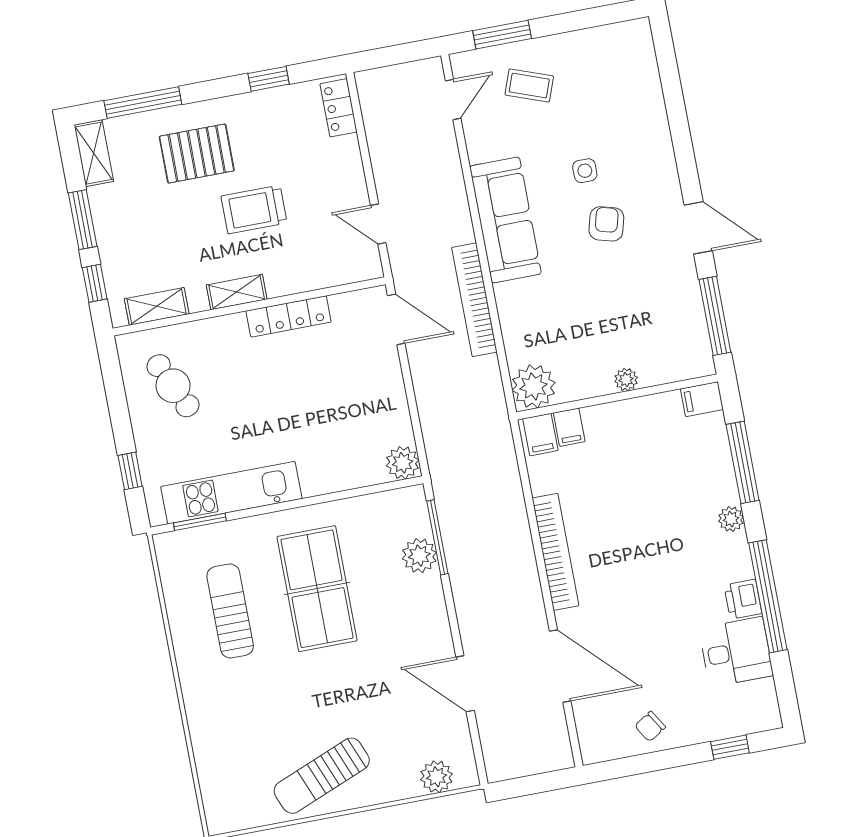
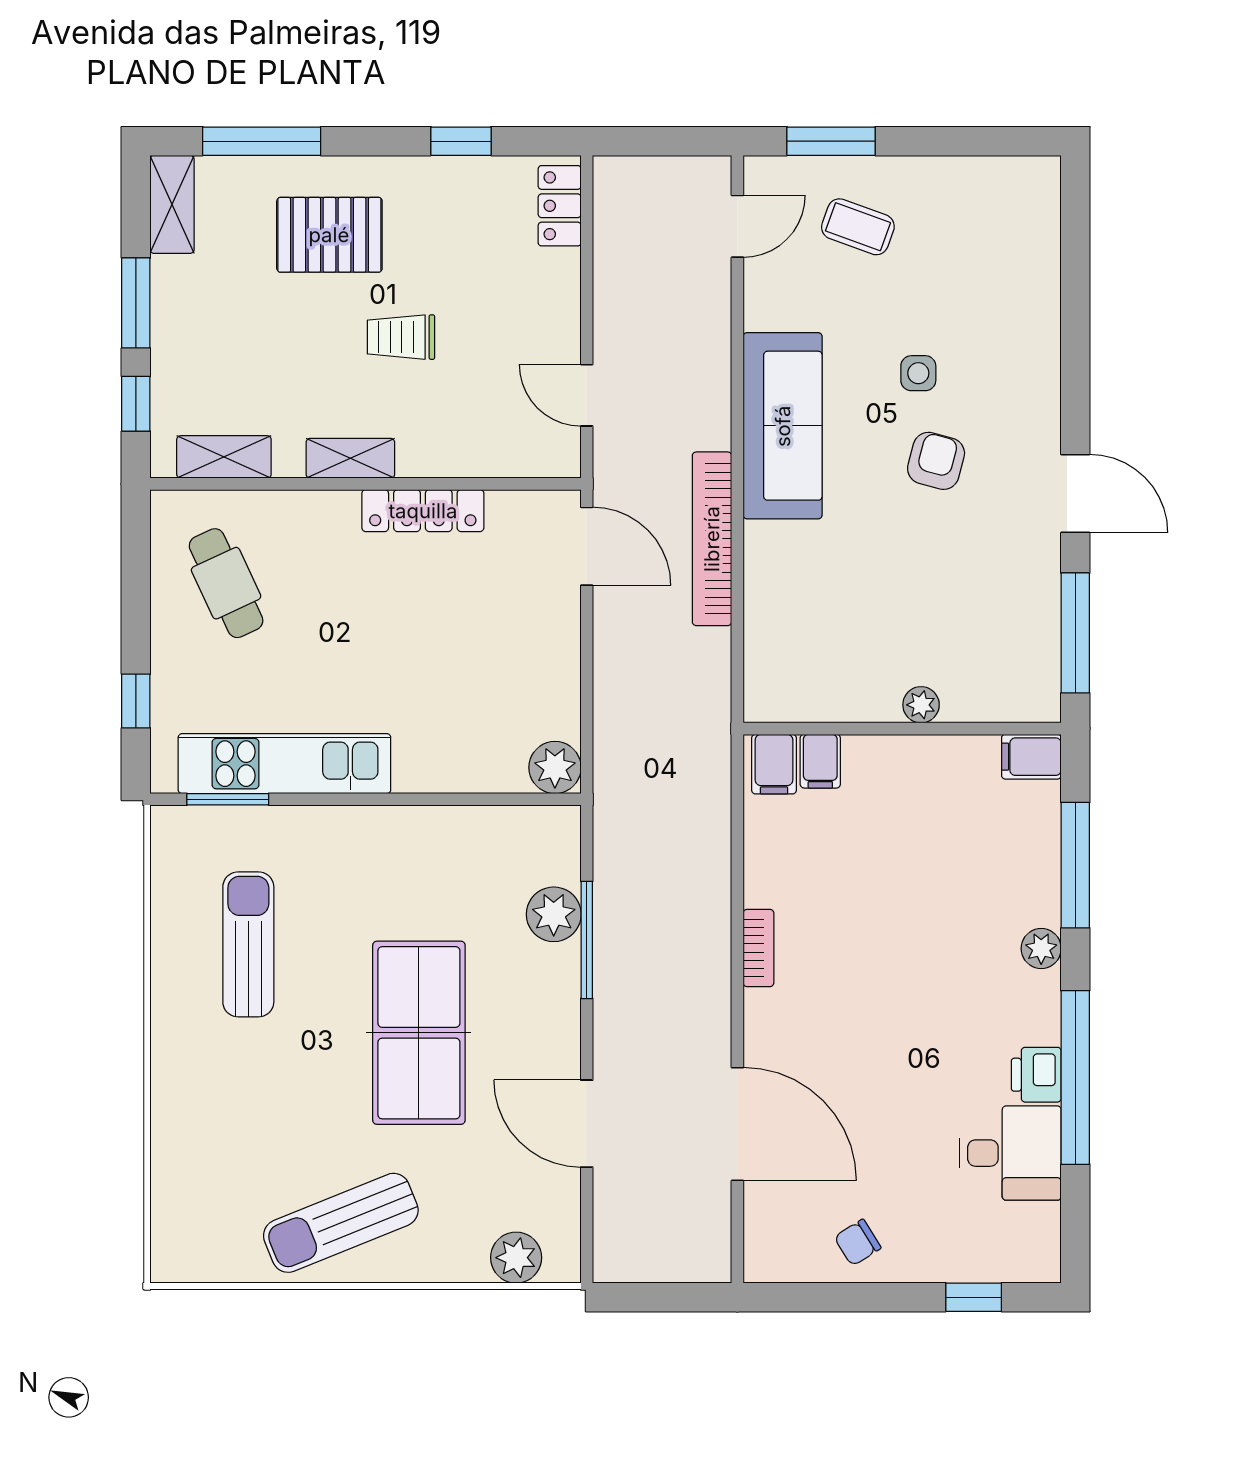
trolley: (254, 210) -> (401, 337), width x0.73, depth x0.72
plant: (534, 386) -> (777, 689), removed
window: (437, 537) -> (587, 940), moved
bookcase: (556, 552) -> (758, 948), width x0.43, depth x0.76
table tennis table: (317, 589) -> (419, 1033), moved

